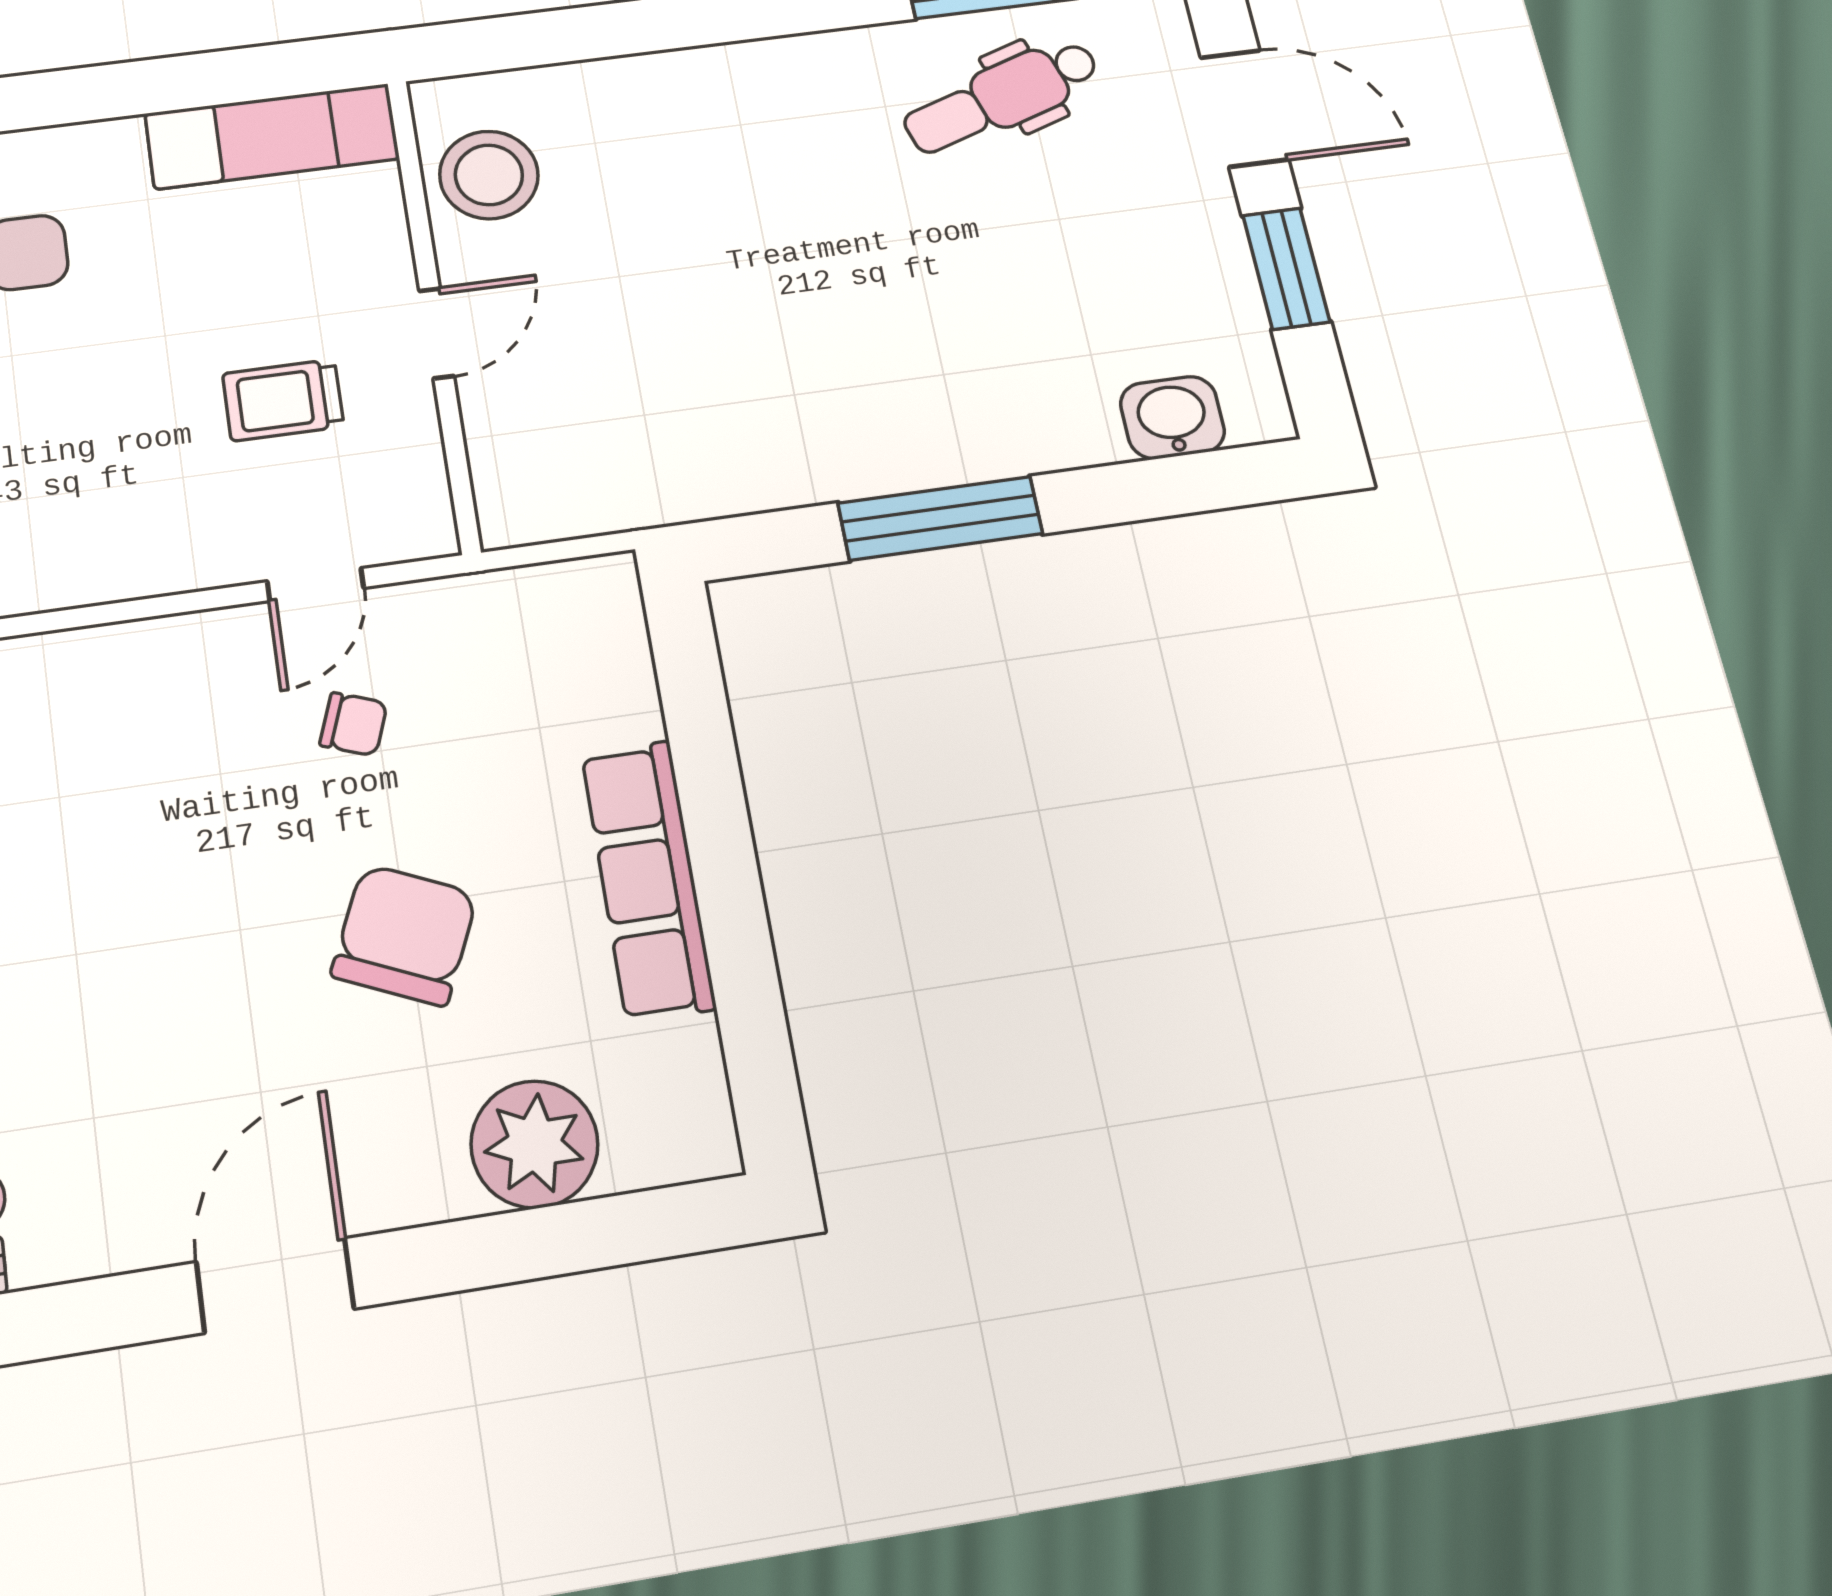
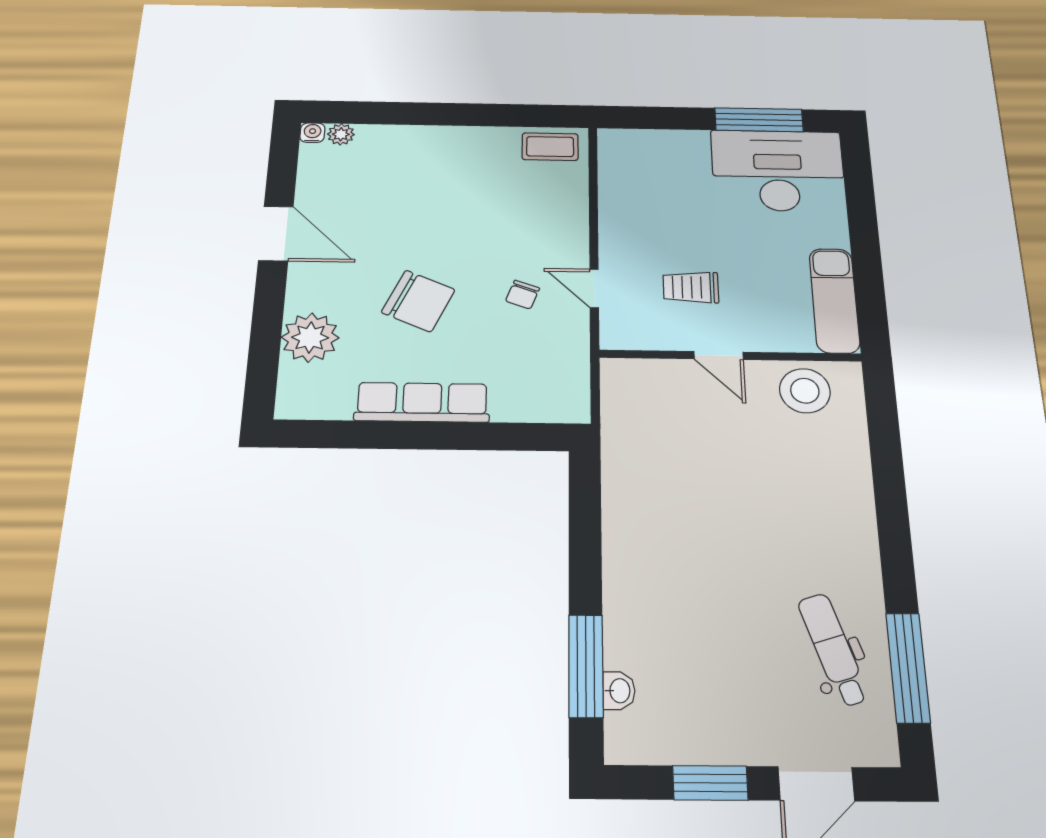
trolley: (283, 400) -> (691, 287), turned -90
washbasin: (1172, 418) -> (619, 691), width x0.72, depth x0.69
window: (940, 518) -> (586, 666), moved

